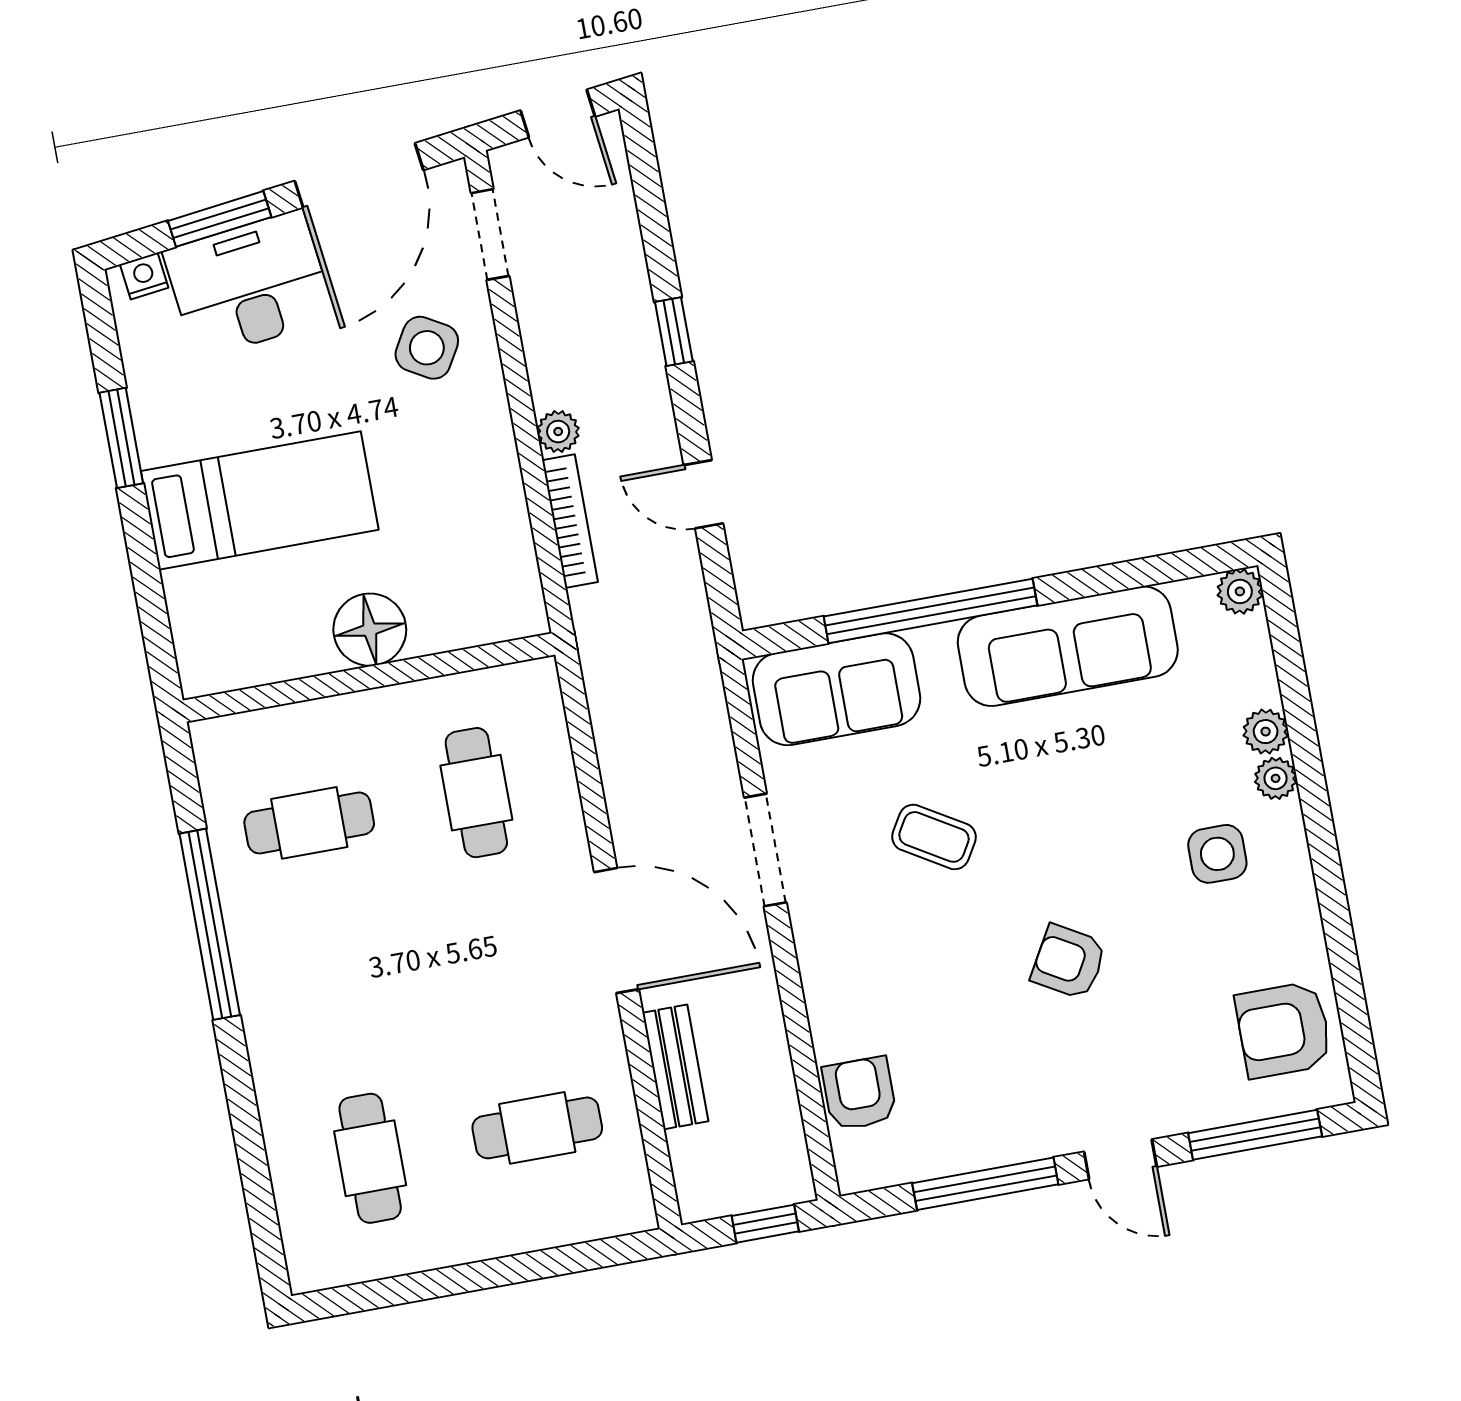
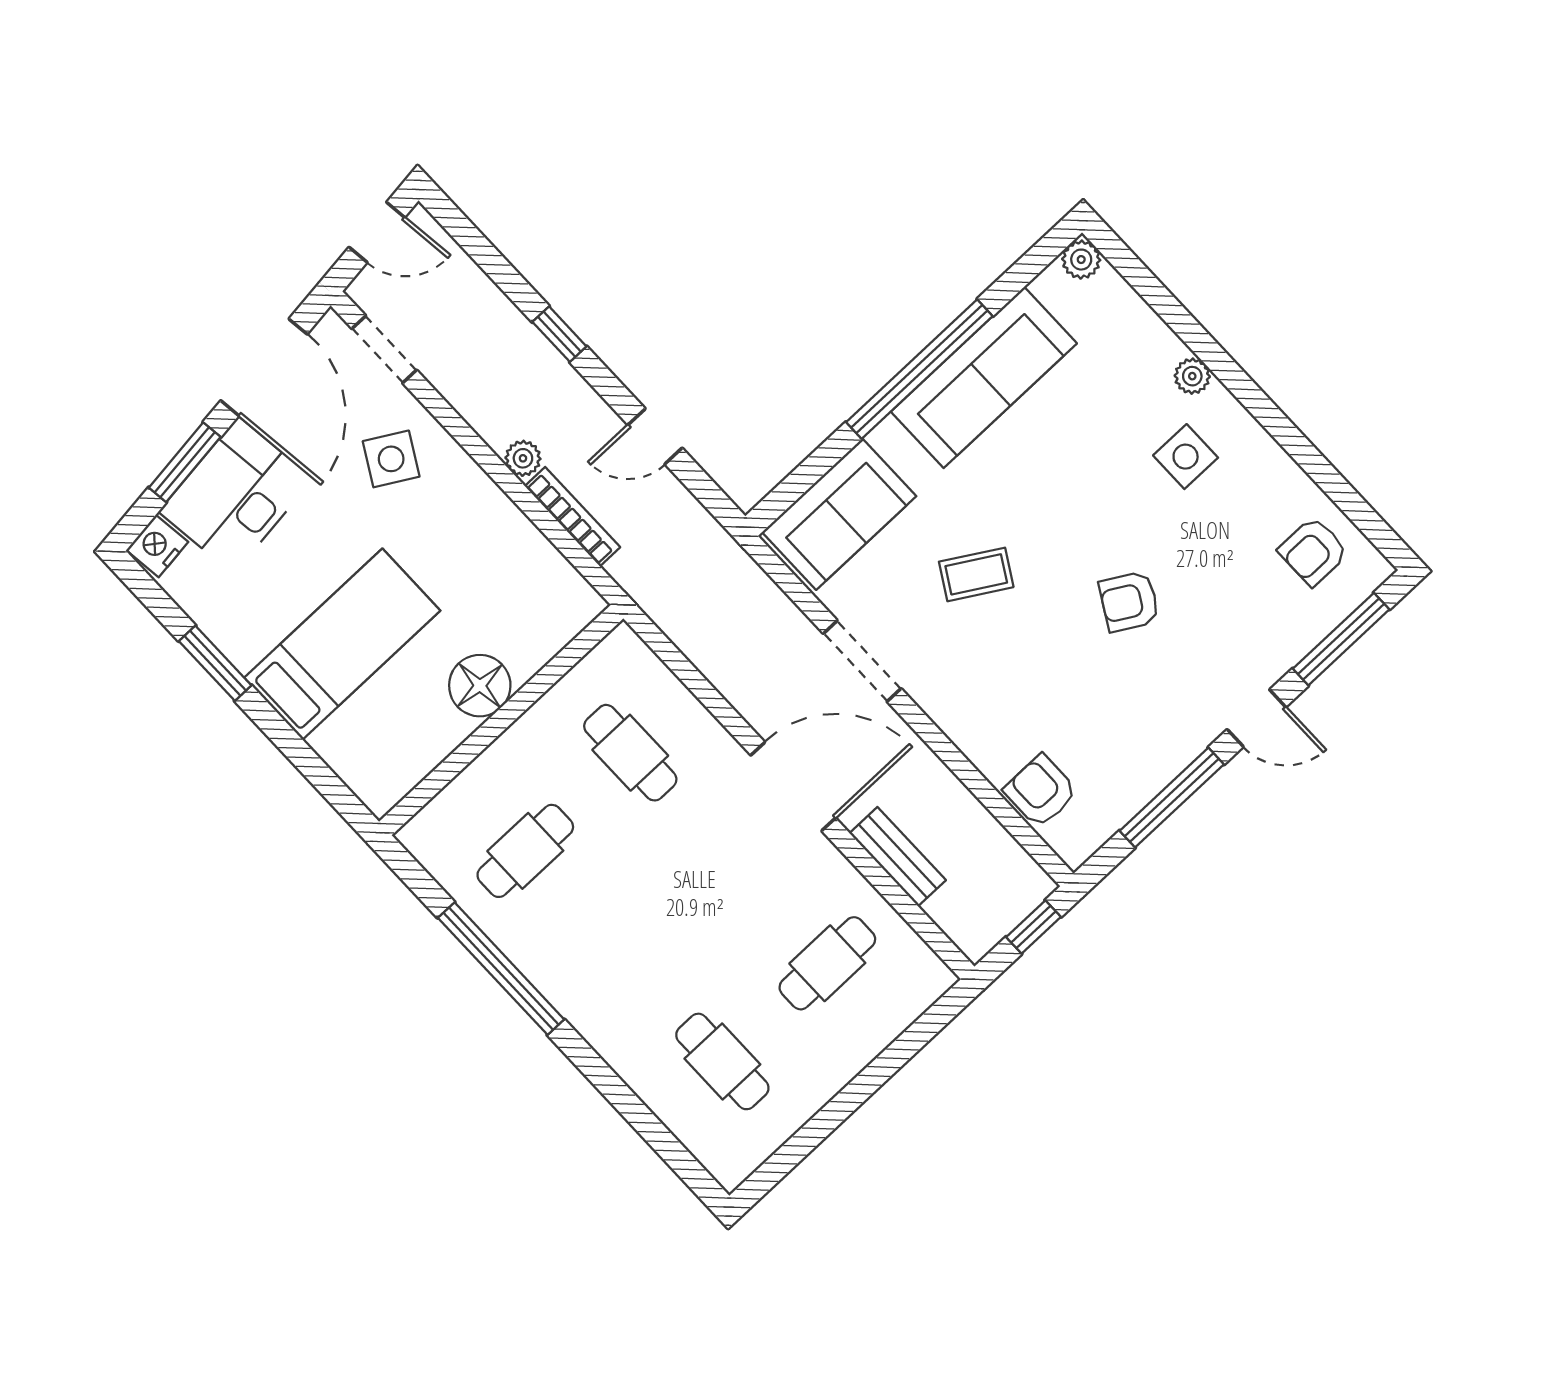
nightstand: (144, 276) -> (157, 546), width x1.39, depth x1.35
window: (930, 611) -> (919, 369), moved
plant: (1266, 732) -> (1164, 347), removed
armchair: (1284, 1030) -> (1313, 551), width x0.72, depth x0.72

